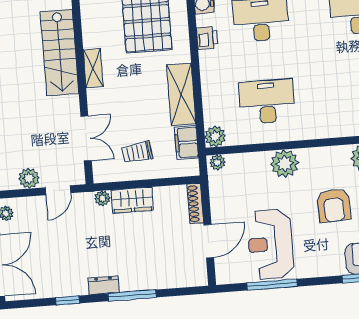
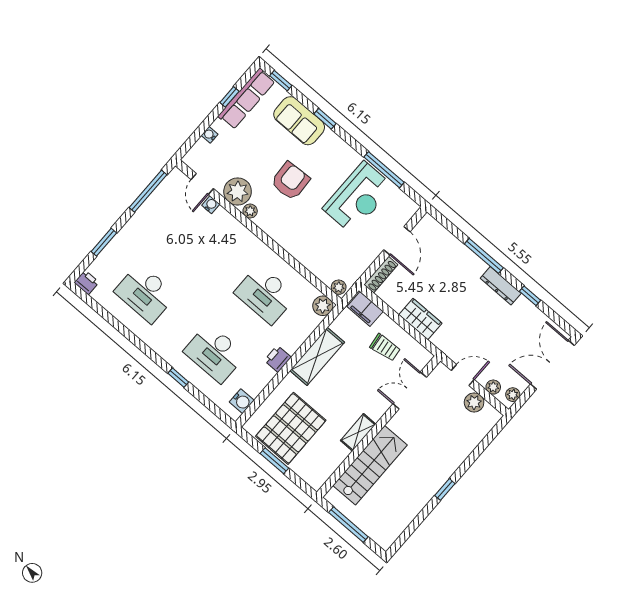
printer: (207, 38) -> (278, 359), moved
filing cabinet: (186, 142) -> (365, 309), moved, turned 90
plant: (285, 164) -> (250, 211), moved, width x0.53, depth x0.53
plant: (102, 198) -> (493, 387), moved
door: (209, 241) -> (397, 241), swing flipped
dresser: (104, 285) -> (501, 286), width x1.44

